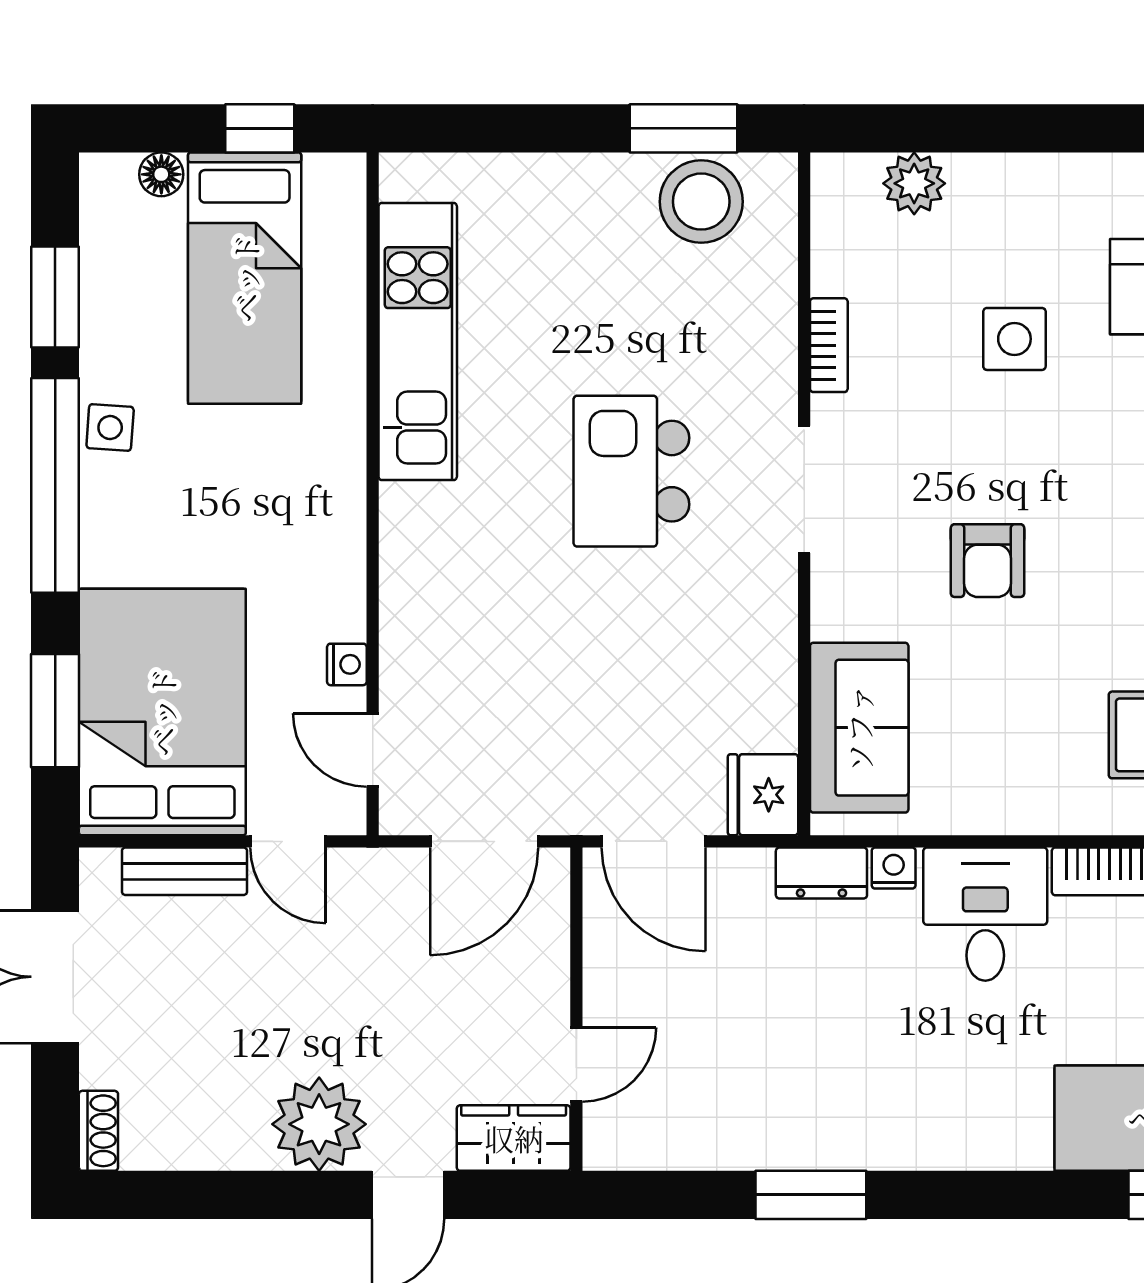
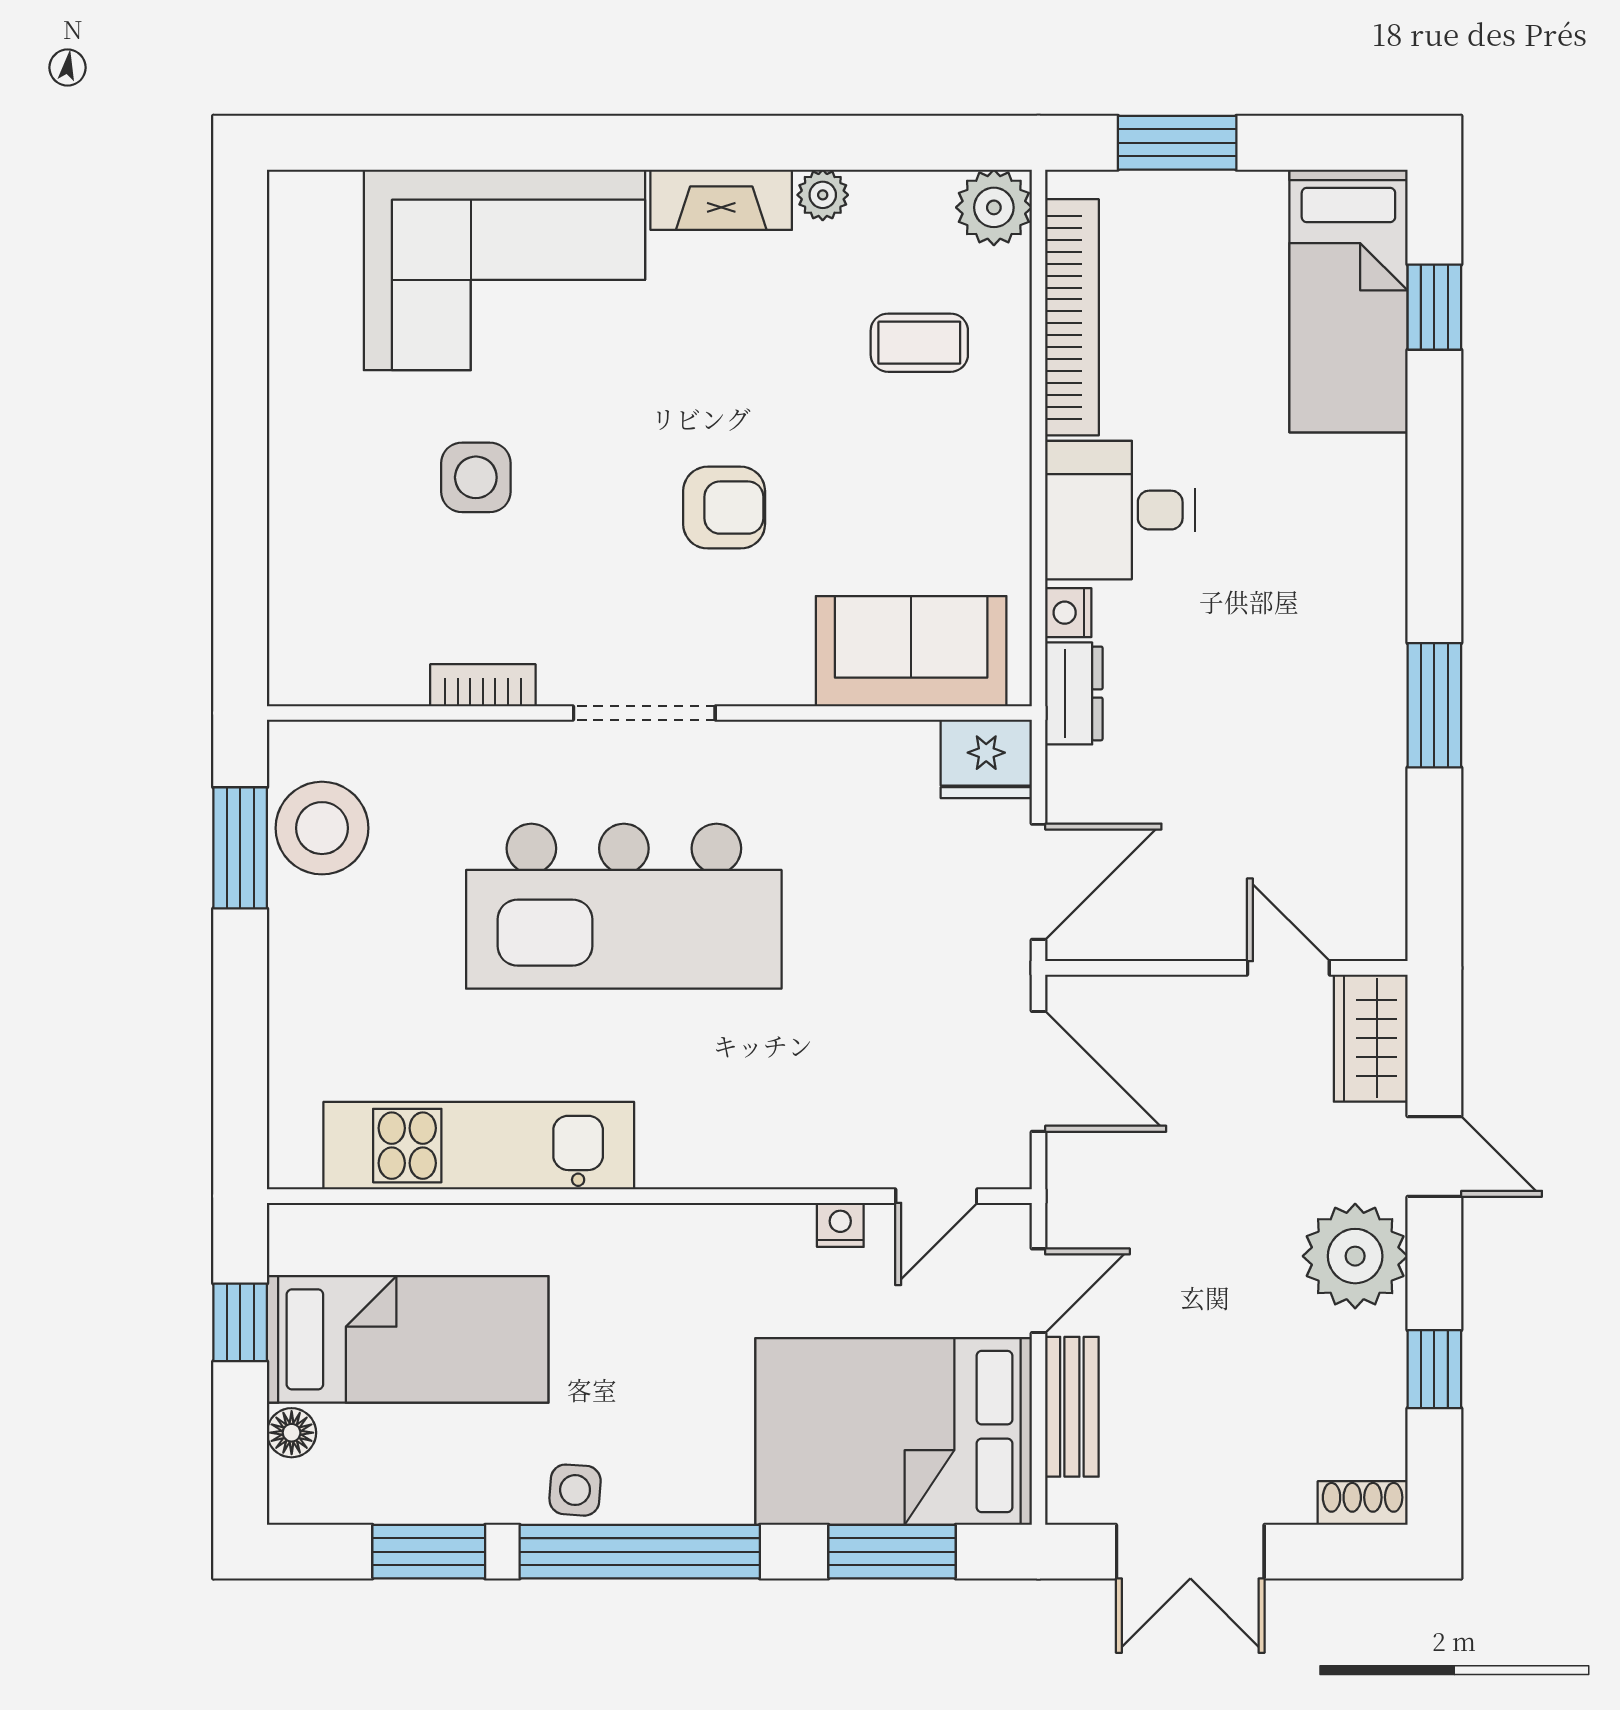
plant: (914, 183) -> (302, 590), removed
kitchen island: (631, 471) -> (624, 906), width x1.87, depth x1.28
window: (218, 1195) -> (1434, 1369), added

